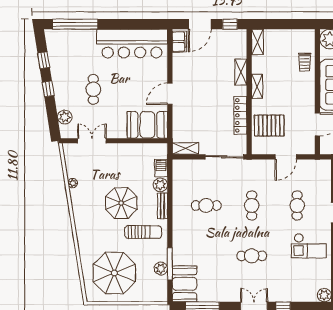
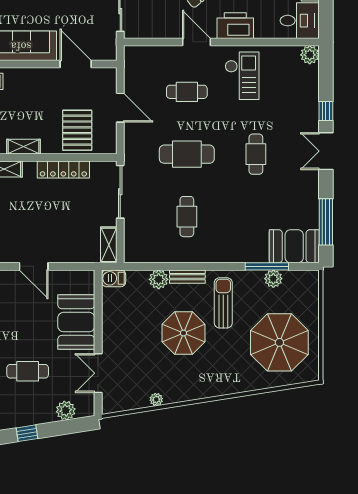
booth: (147, 125) -> (76, 322), moved
barbecue: (161, 168) -> (114, 278), moved
cafe table: (252, 205) -> (187, 154), width x1.37, depth x1.35

